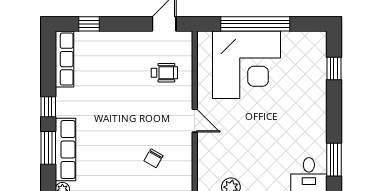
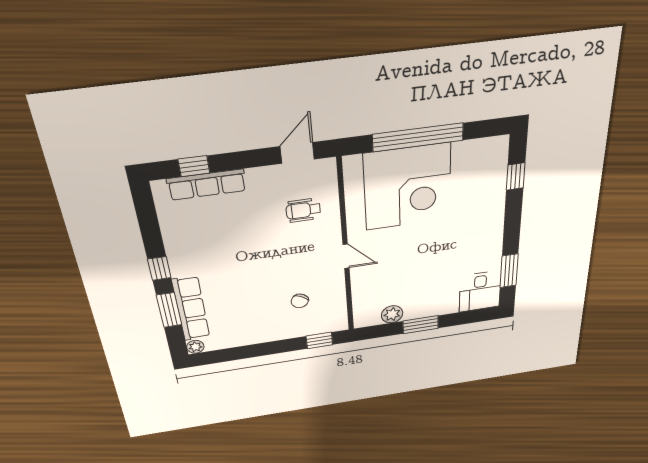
row of seats: (64, 59) -> (207, 185), moved, turned 90
wheelchair: (164, 73) -> (303, 210), turned 180

